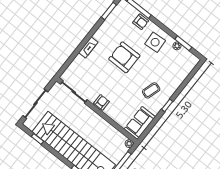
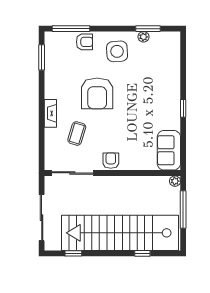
armchair: (124, 57) -> (97, 93), turned -90
coffee table: (151, 90) -> (77, 133), moved

